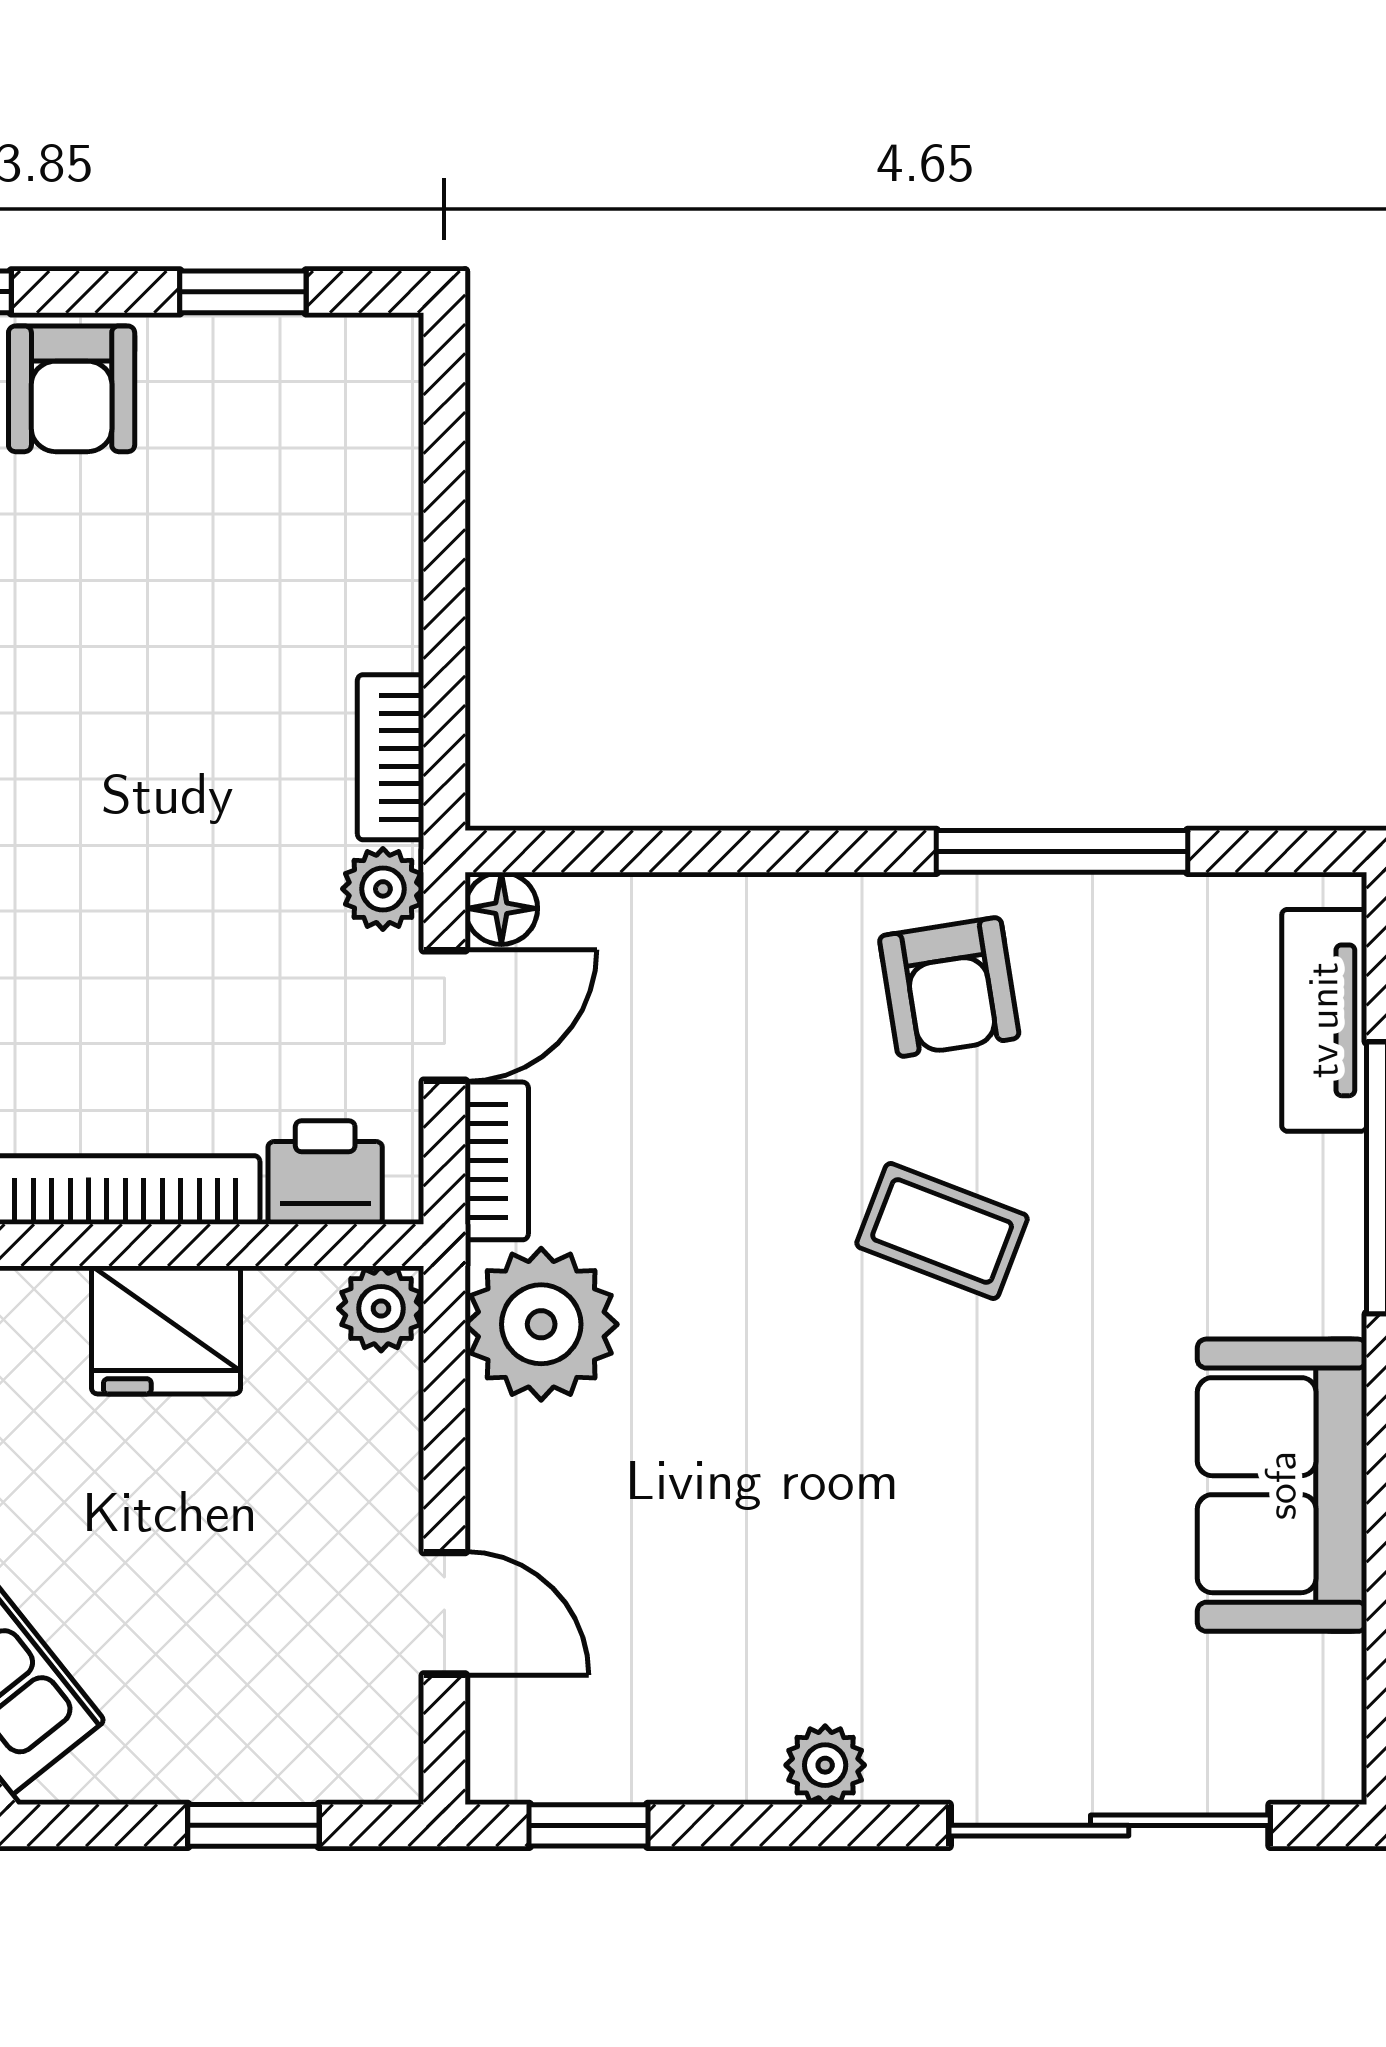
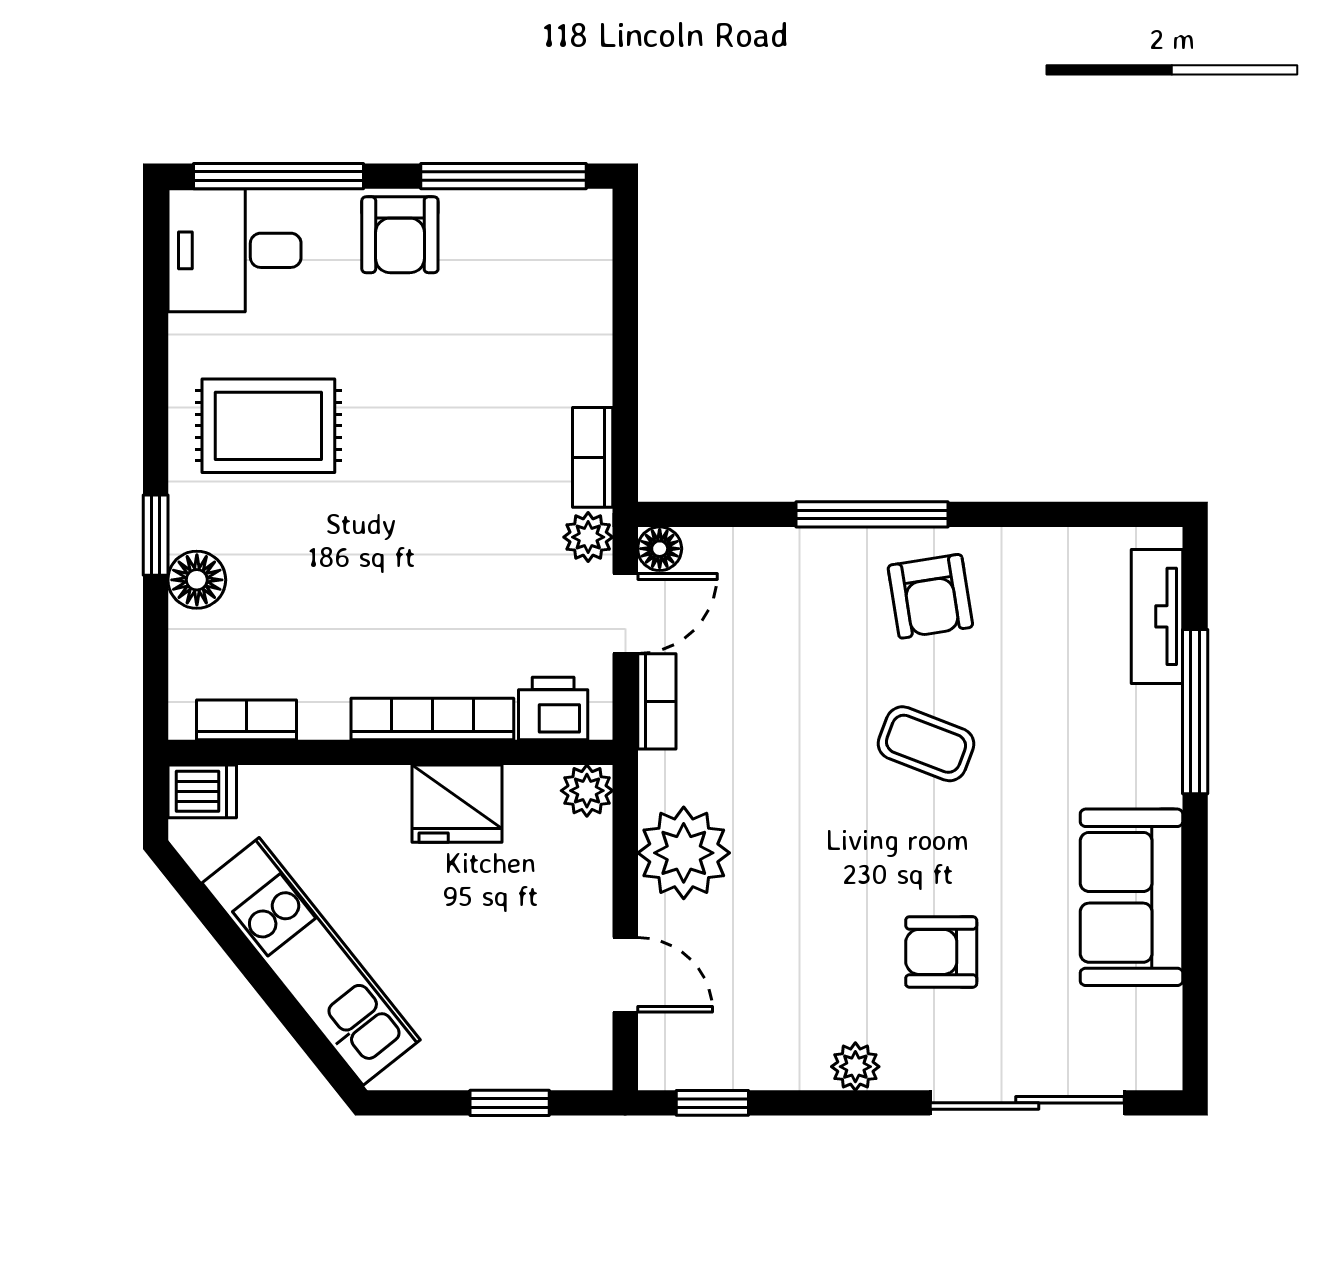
window: (243, 292) -> (503, 176), width x2.17
window: (1062, 851) -> (872, 514), moved
plant: (541, 1324) -> (684, 853), moved
armchair: (967, 1576) -> (941, 952), added

